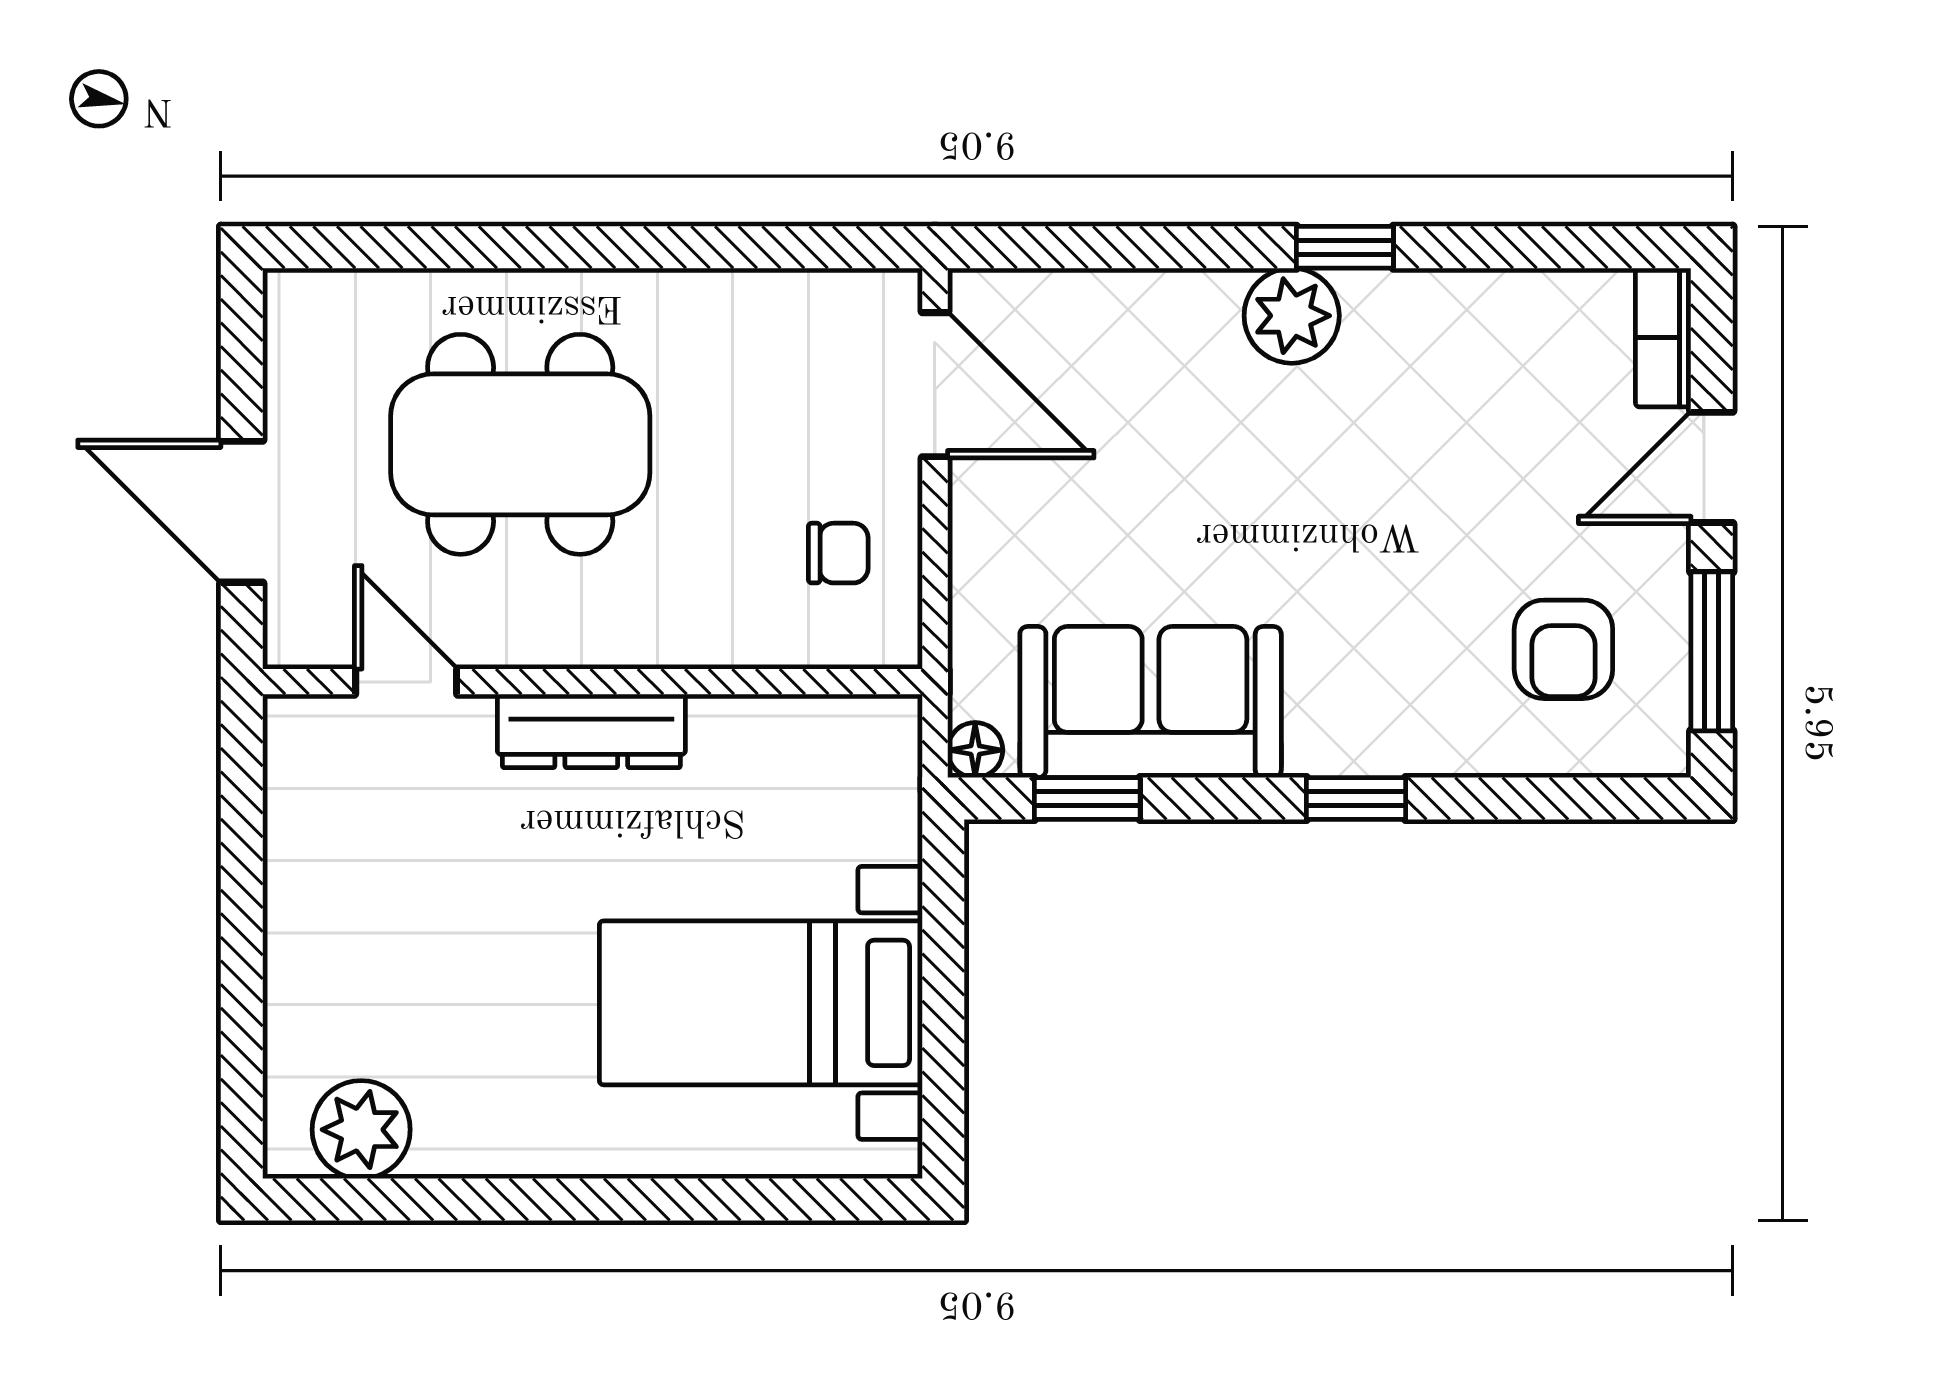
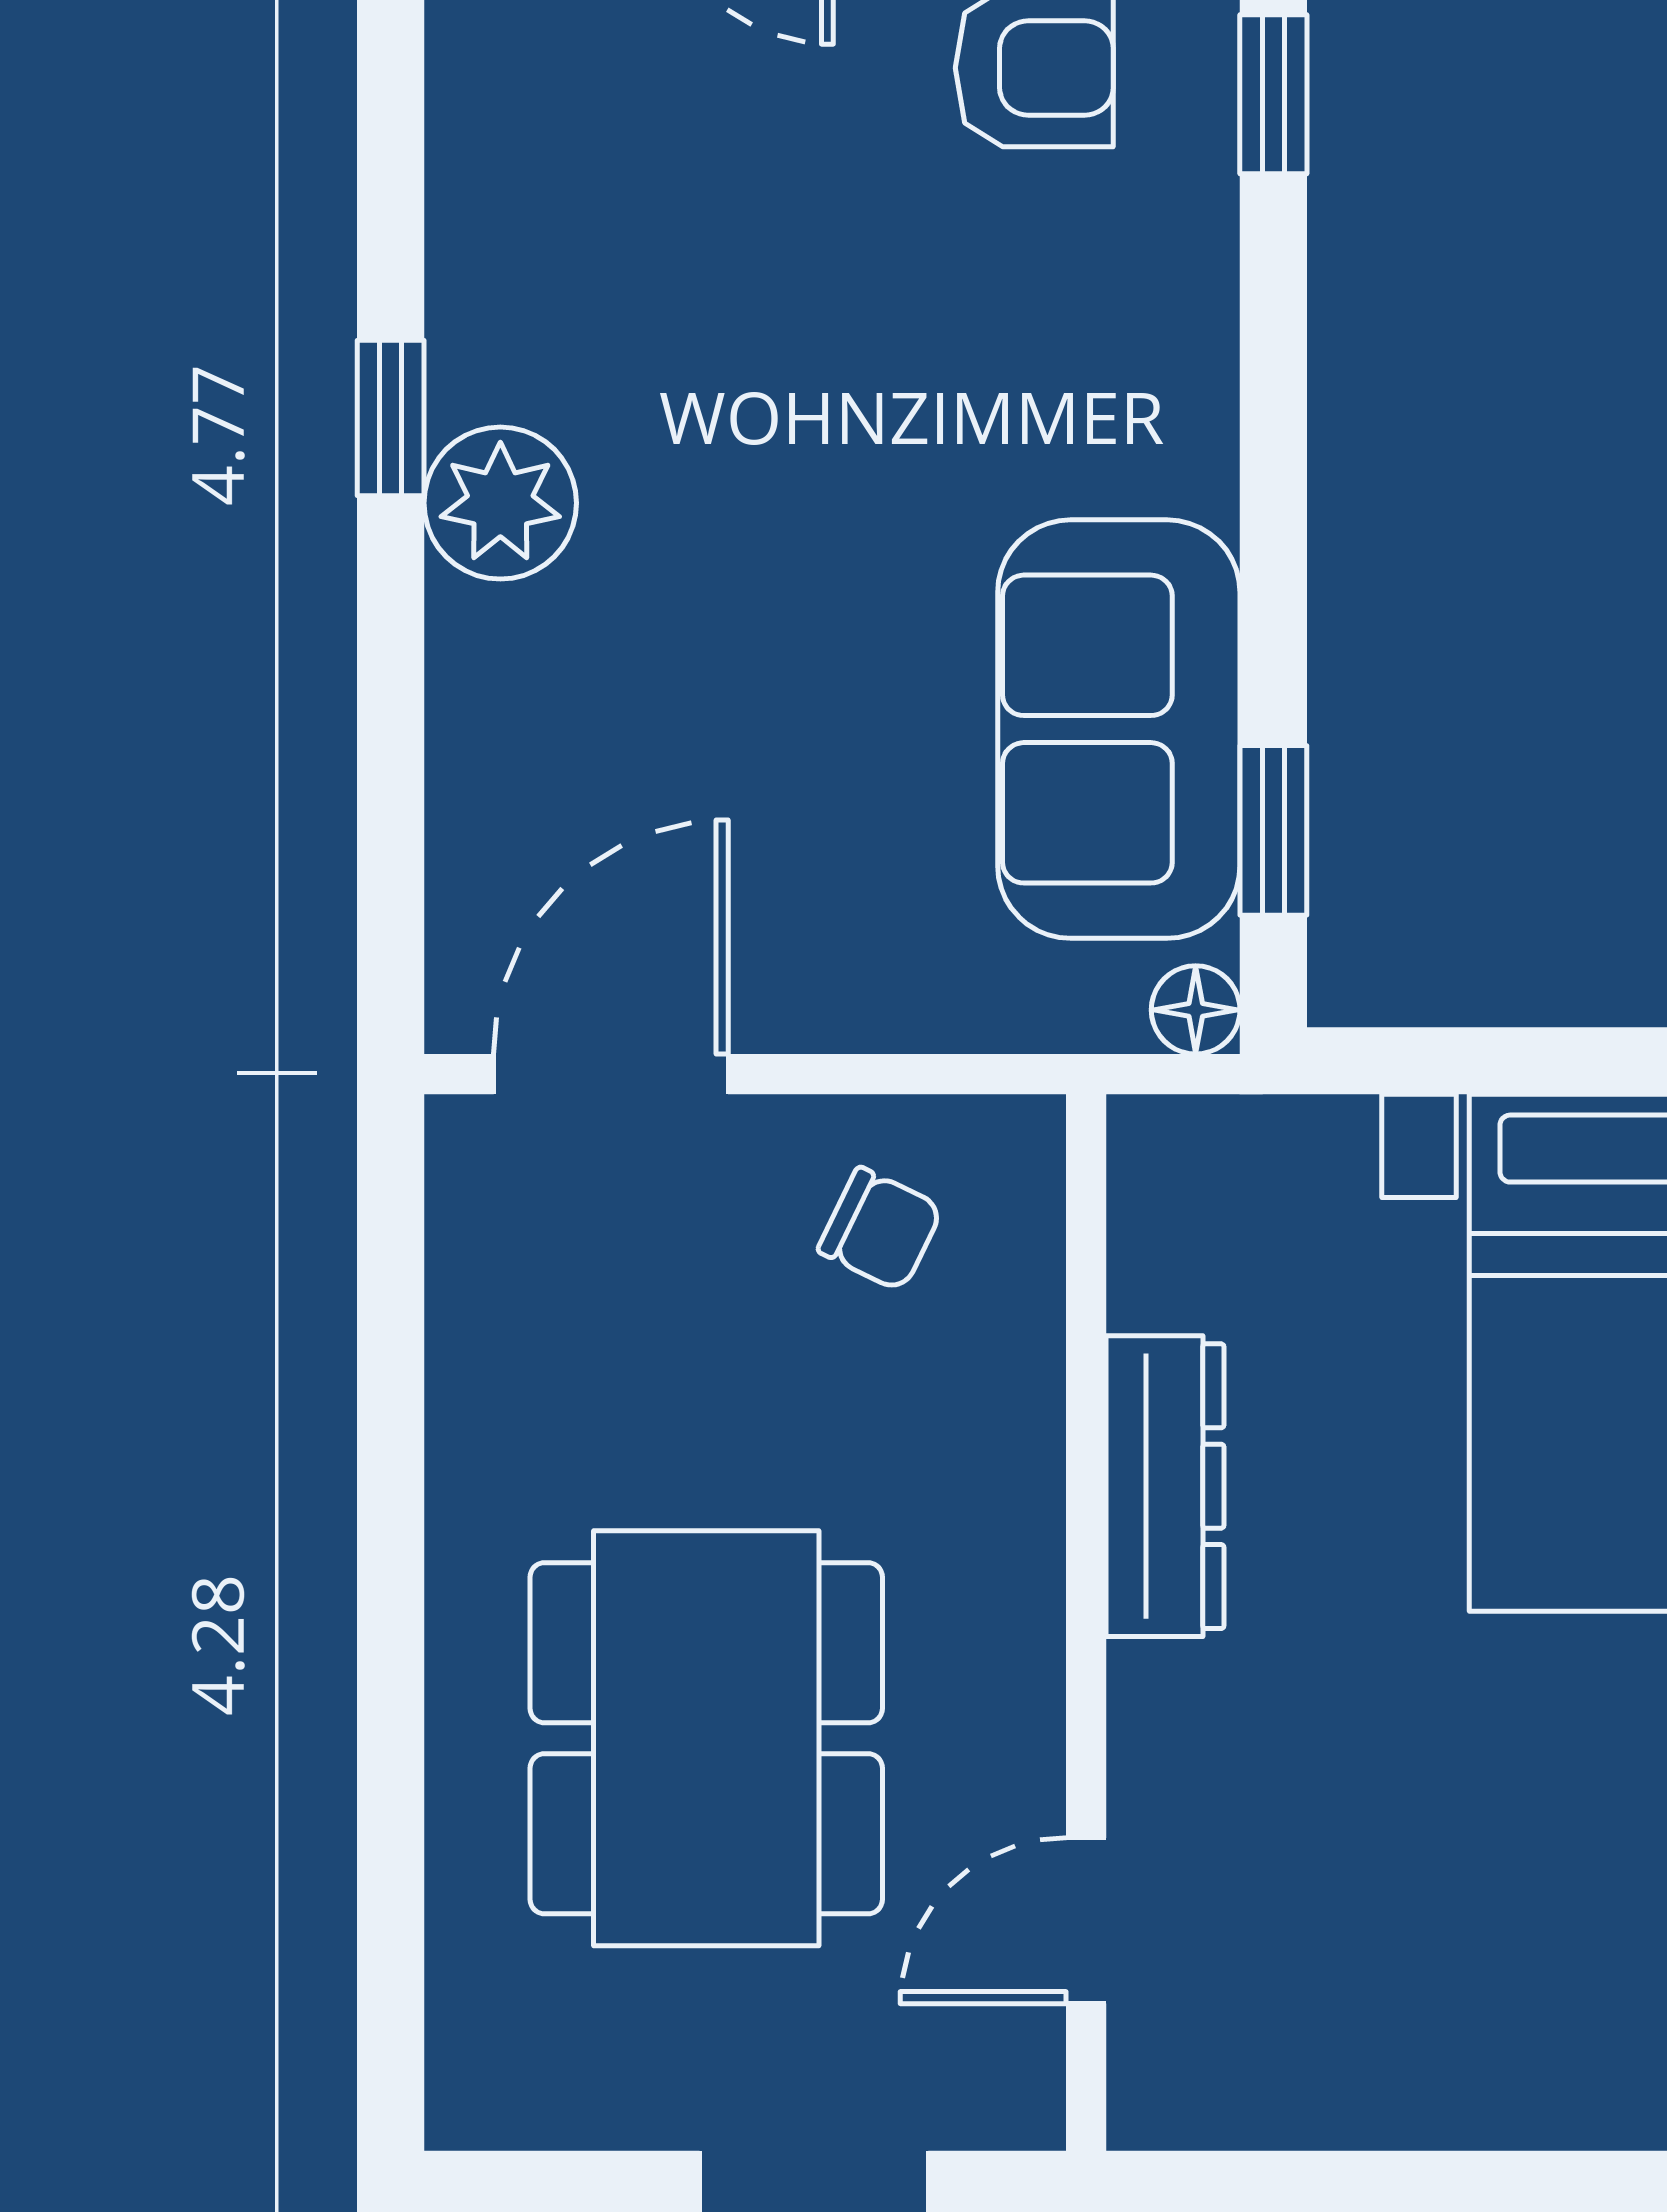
chair: (838, 553) -> (880, 1229), turned 116
dresser: (591, 731) -> (1165, 1486), moved
window: (1356, 799) -> (1273, 94), moved

